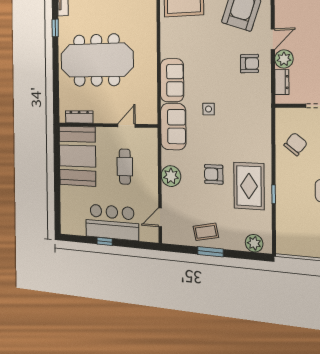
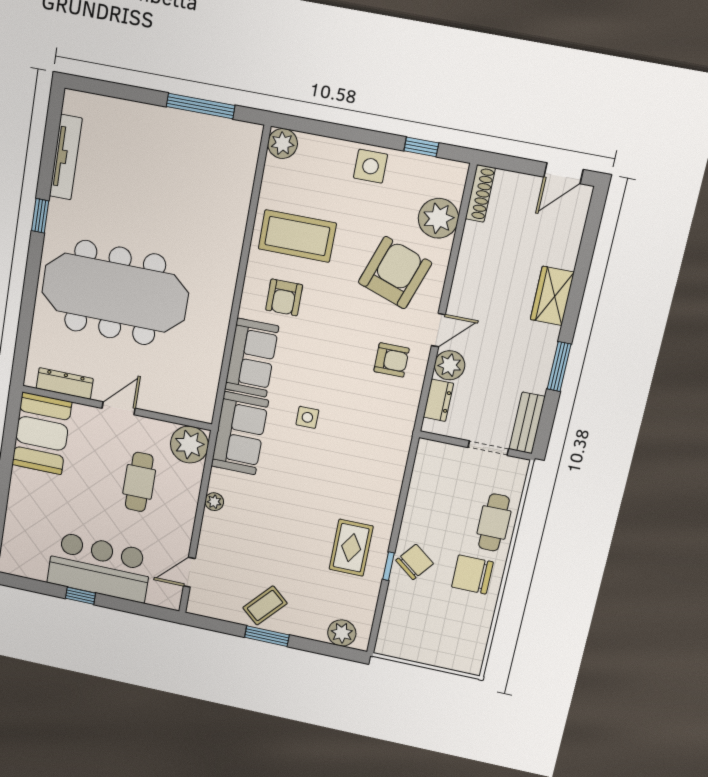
door: (126, 126) -> (119, 408), moved
plant: (148, 139) -> (189, 445), added
chair: (296, 144) -> (415, 562), moved
booth: (77, 156) -> (42, 433), width x0.73, depth x0.70
armchair: (214, 174) -> (284, 297), moved, turned -90
plant: (171, 176) -> (214, 502), width x0.53, depth x0.53
rug: (249, 186) -> (351, 548), width x0.73, depth x0.70
coffee table: (206, 232) -> (265, 605), turned -37

